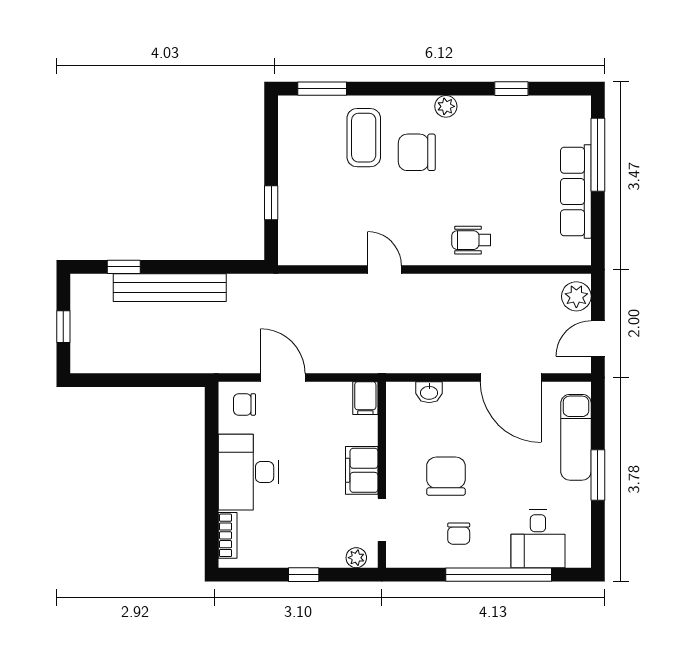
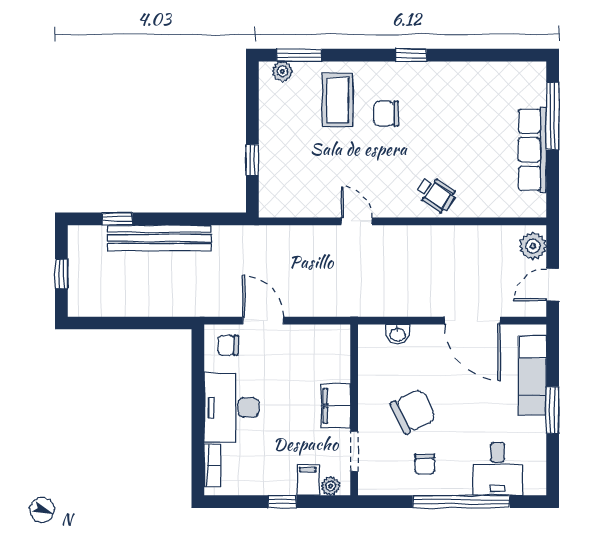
window: (511, 89) -> (411, 55), moved
plant: (446, 106) -> (282, 71), moved
chair: (417, 152) -> (386, 114), width x0.73, depth x0.73
wheelchair: (471, 240) -> (436, 194), turned -146
filing cabinet: (365, 398) -> (308, 480), moved, turned 180
chair: (446, 476) -> (413, 411), turned 64

